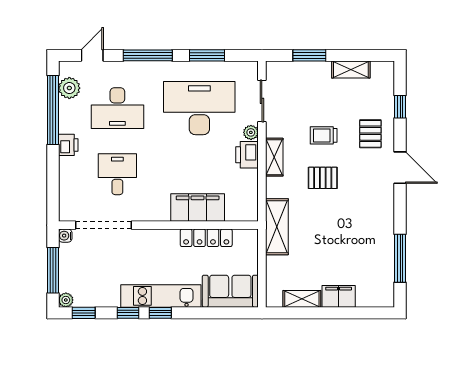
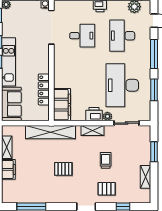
desk: (199, 108) -> (122, 85), turned 180
pallet: (323, 178) -> (63, 169), moved, turned 90
filing cabinet: (198, 208) -> (62, 105), moved
shelving: (277, 227) -> (50, 132), width x1.47

